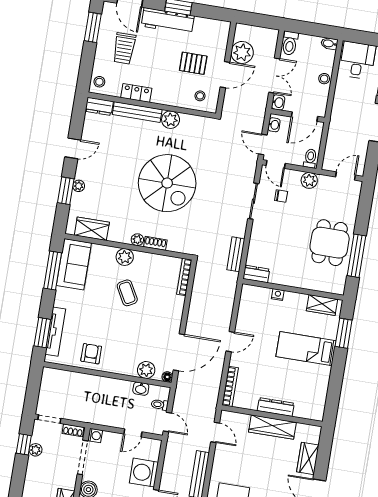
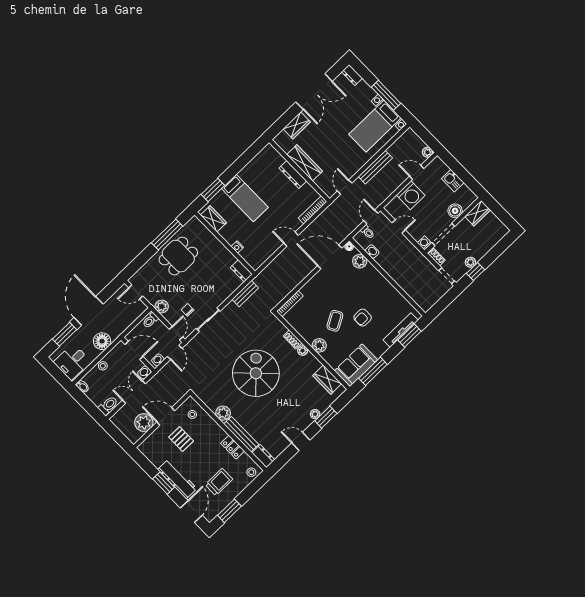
floor lamp: (343, 102) -> (102, 341), added
armchair: (91, 354) -> (363, 318), moved

